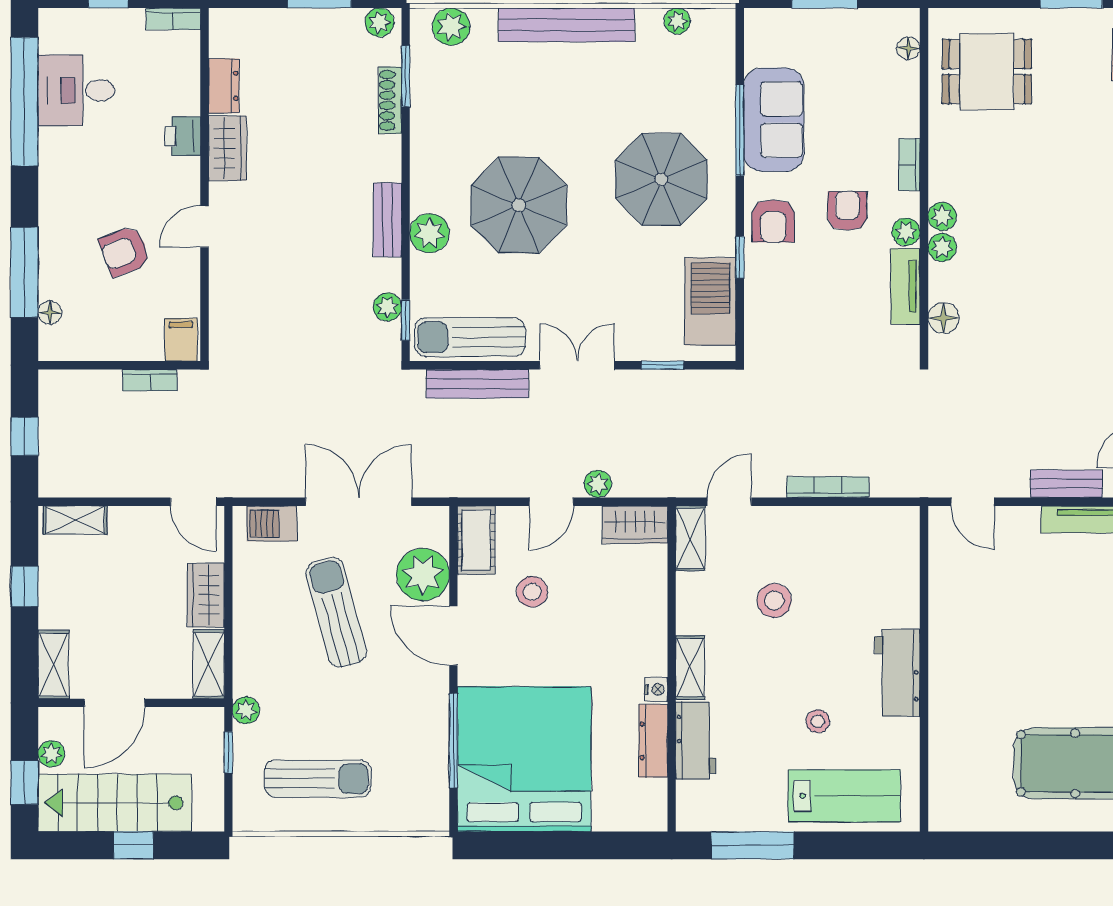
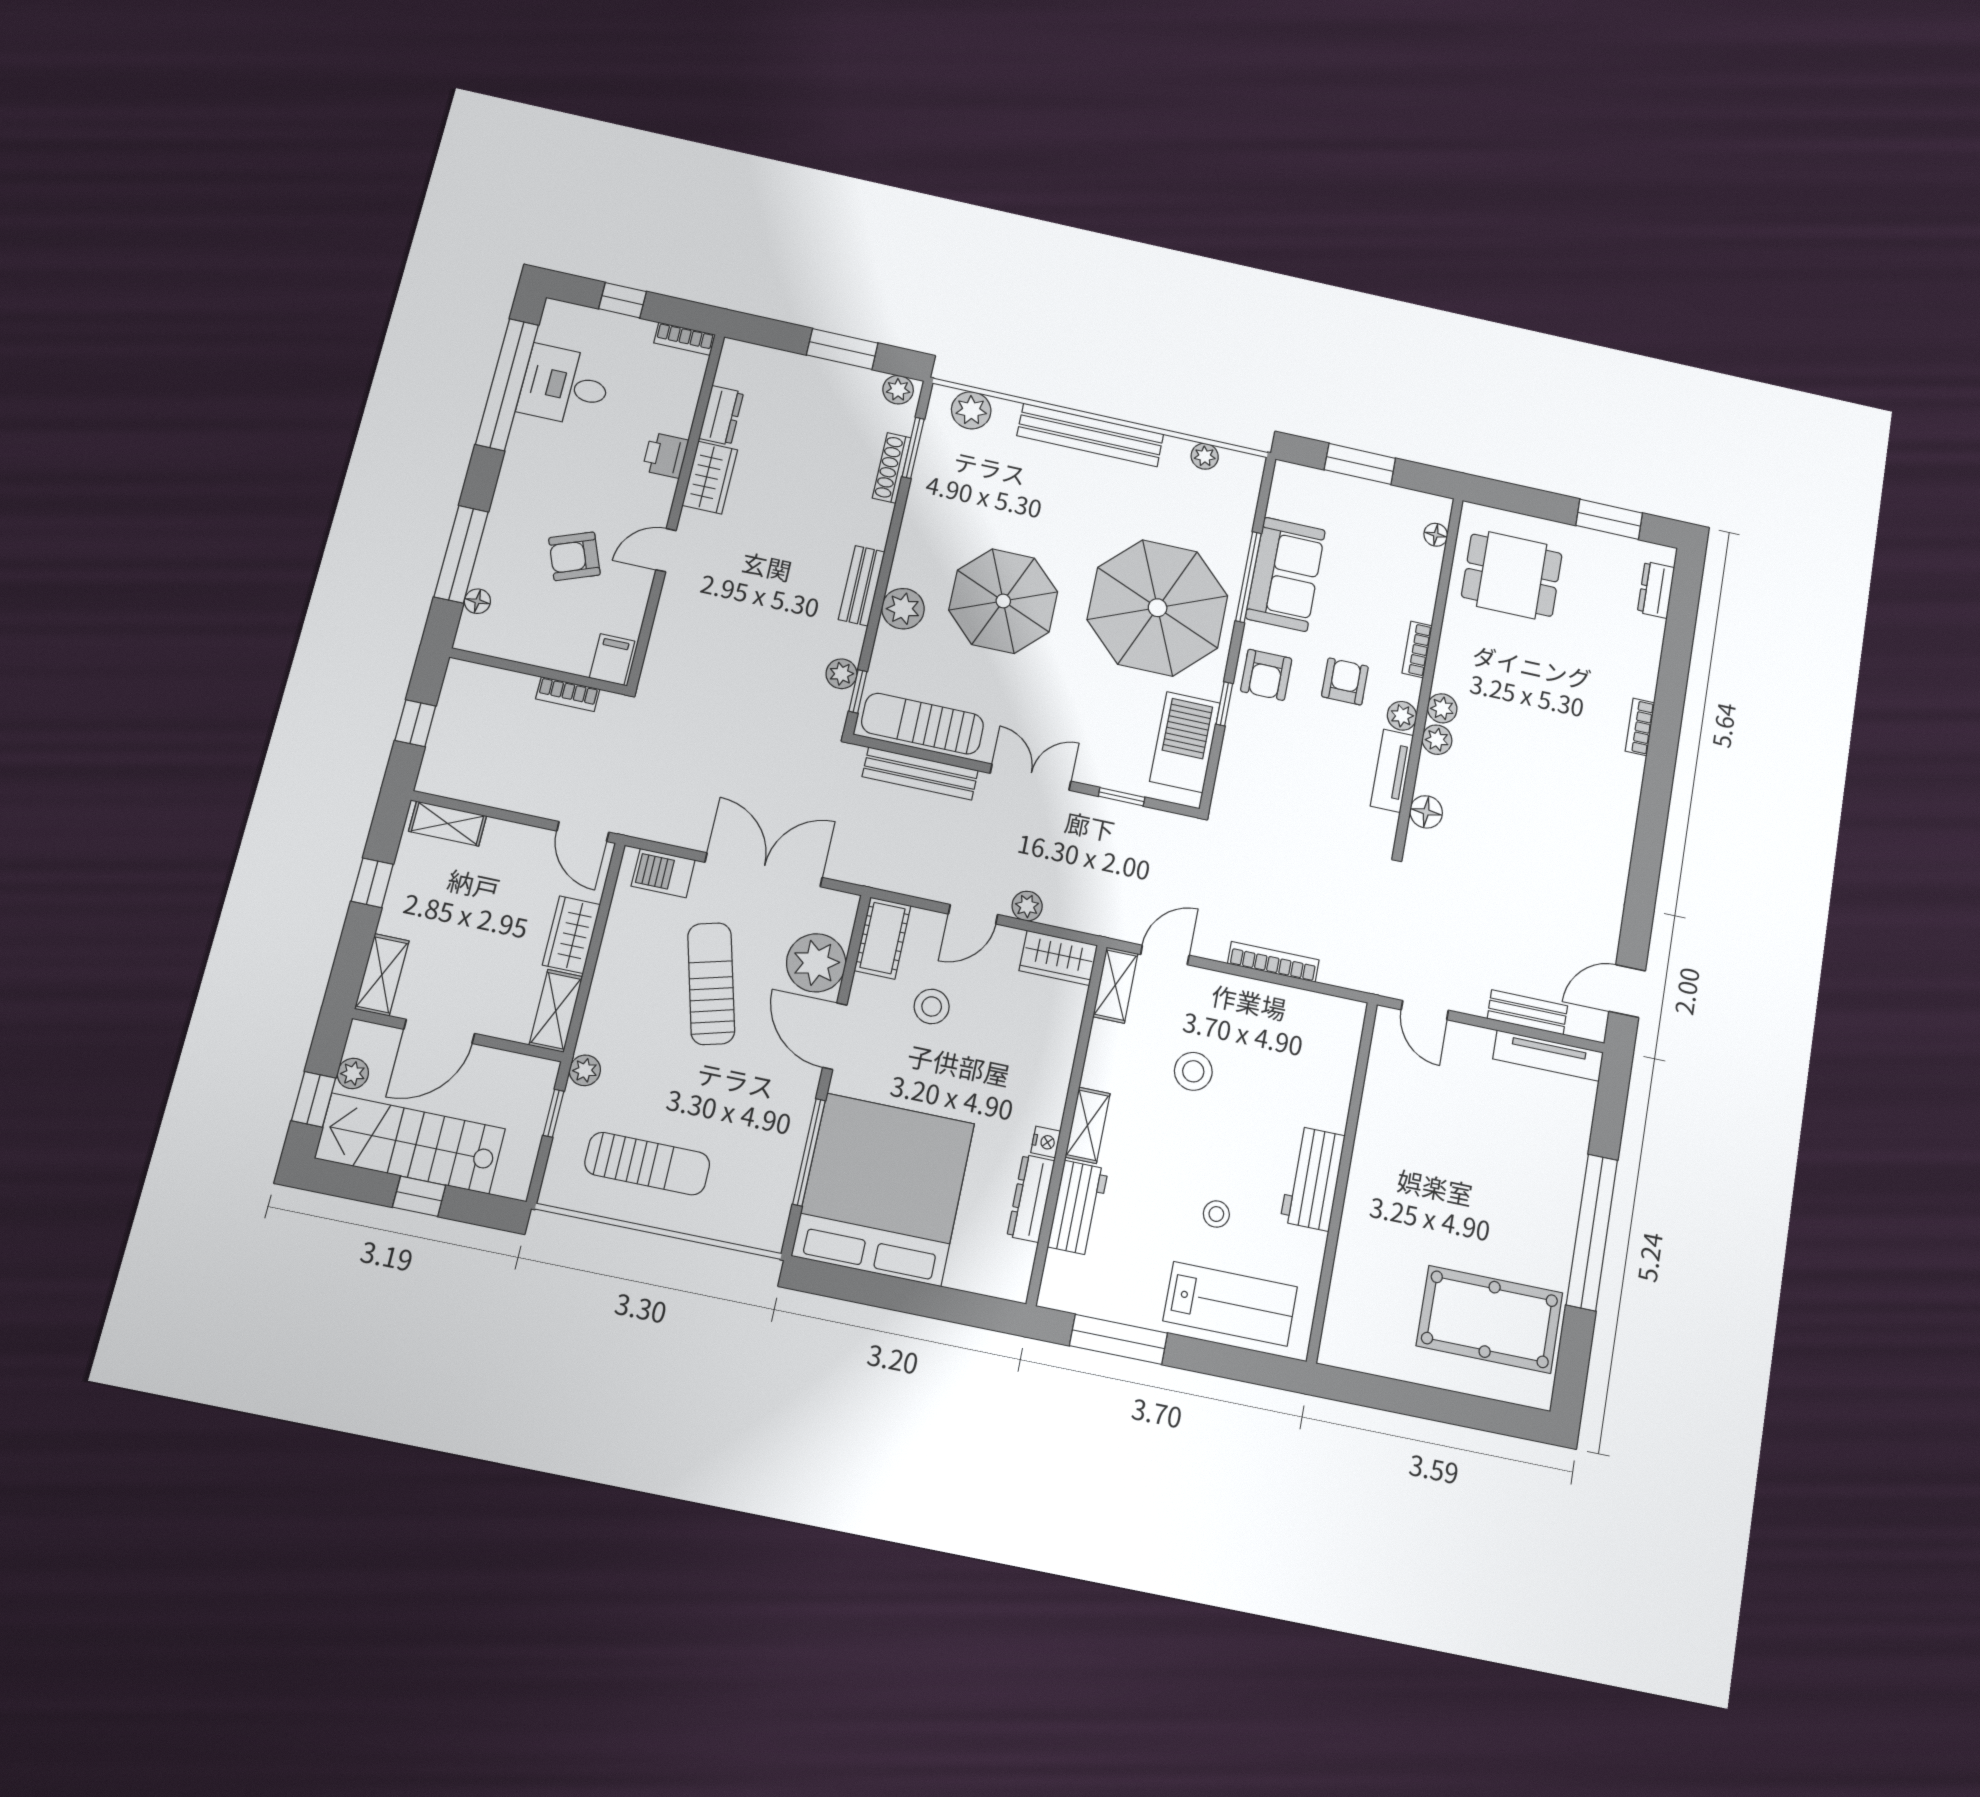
parasol: (661, 179) -> (1158, 608), width x1.36, depth x1.36

